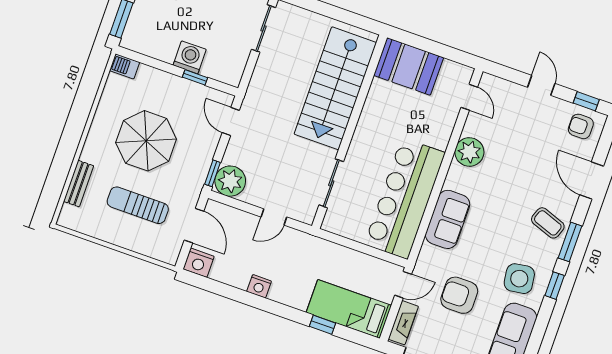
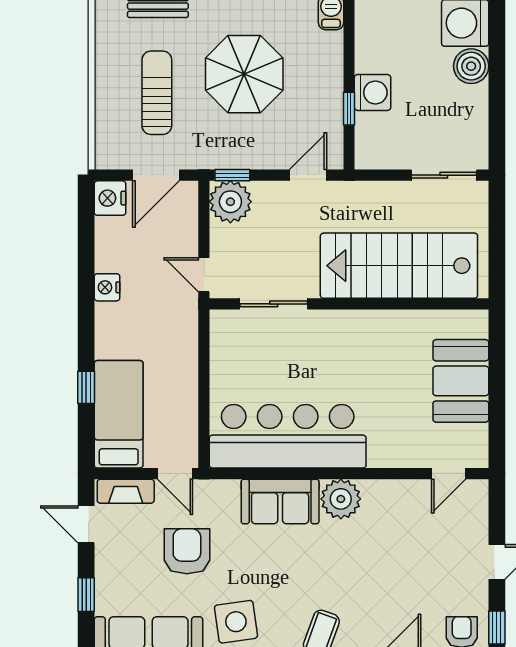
stairs: (335, 88) -> (399, 266), moved
wall: (349, 132) -> (349, 304), moved
plant: (469, 152) -> (341, 499), moved
sliding door: (331, 183) -> (274, 304), moved

